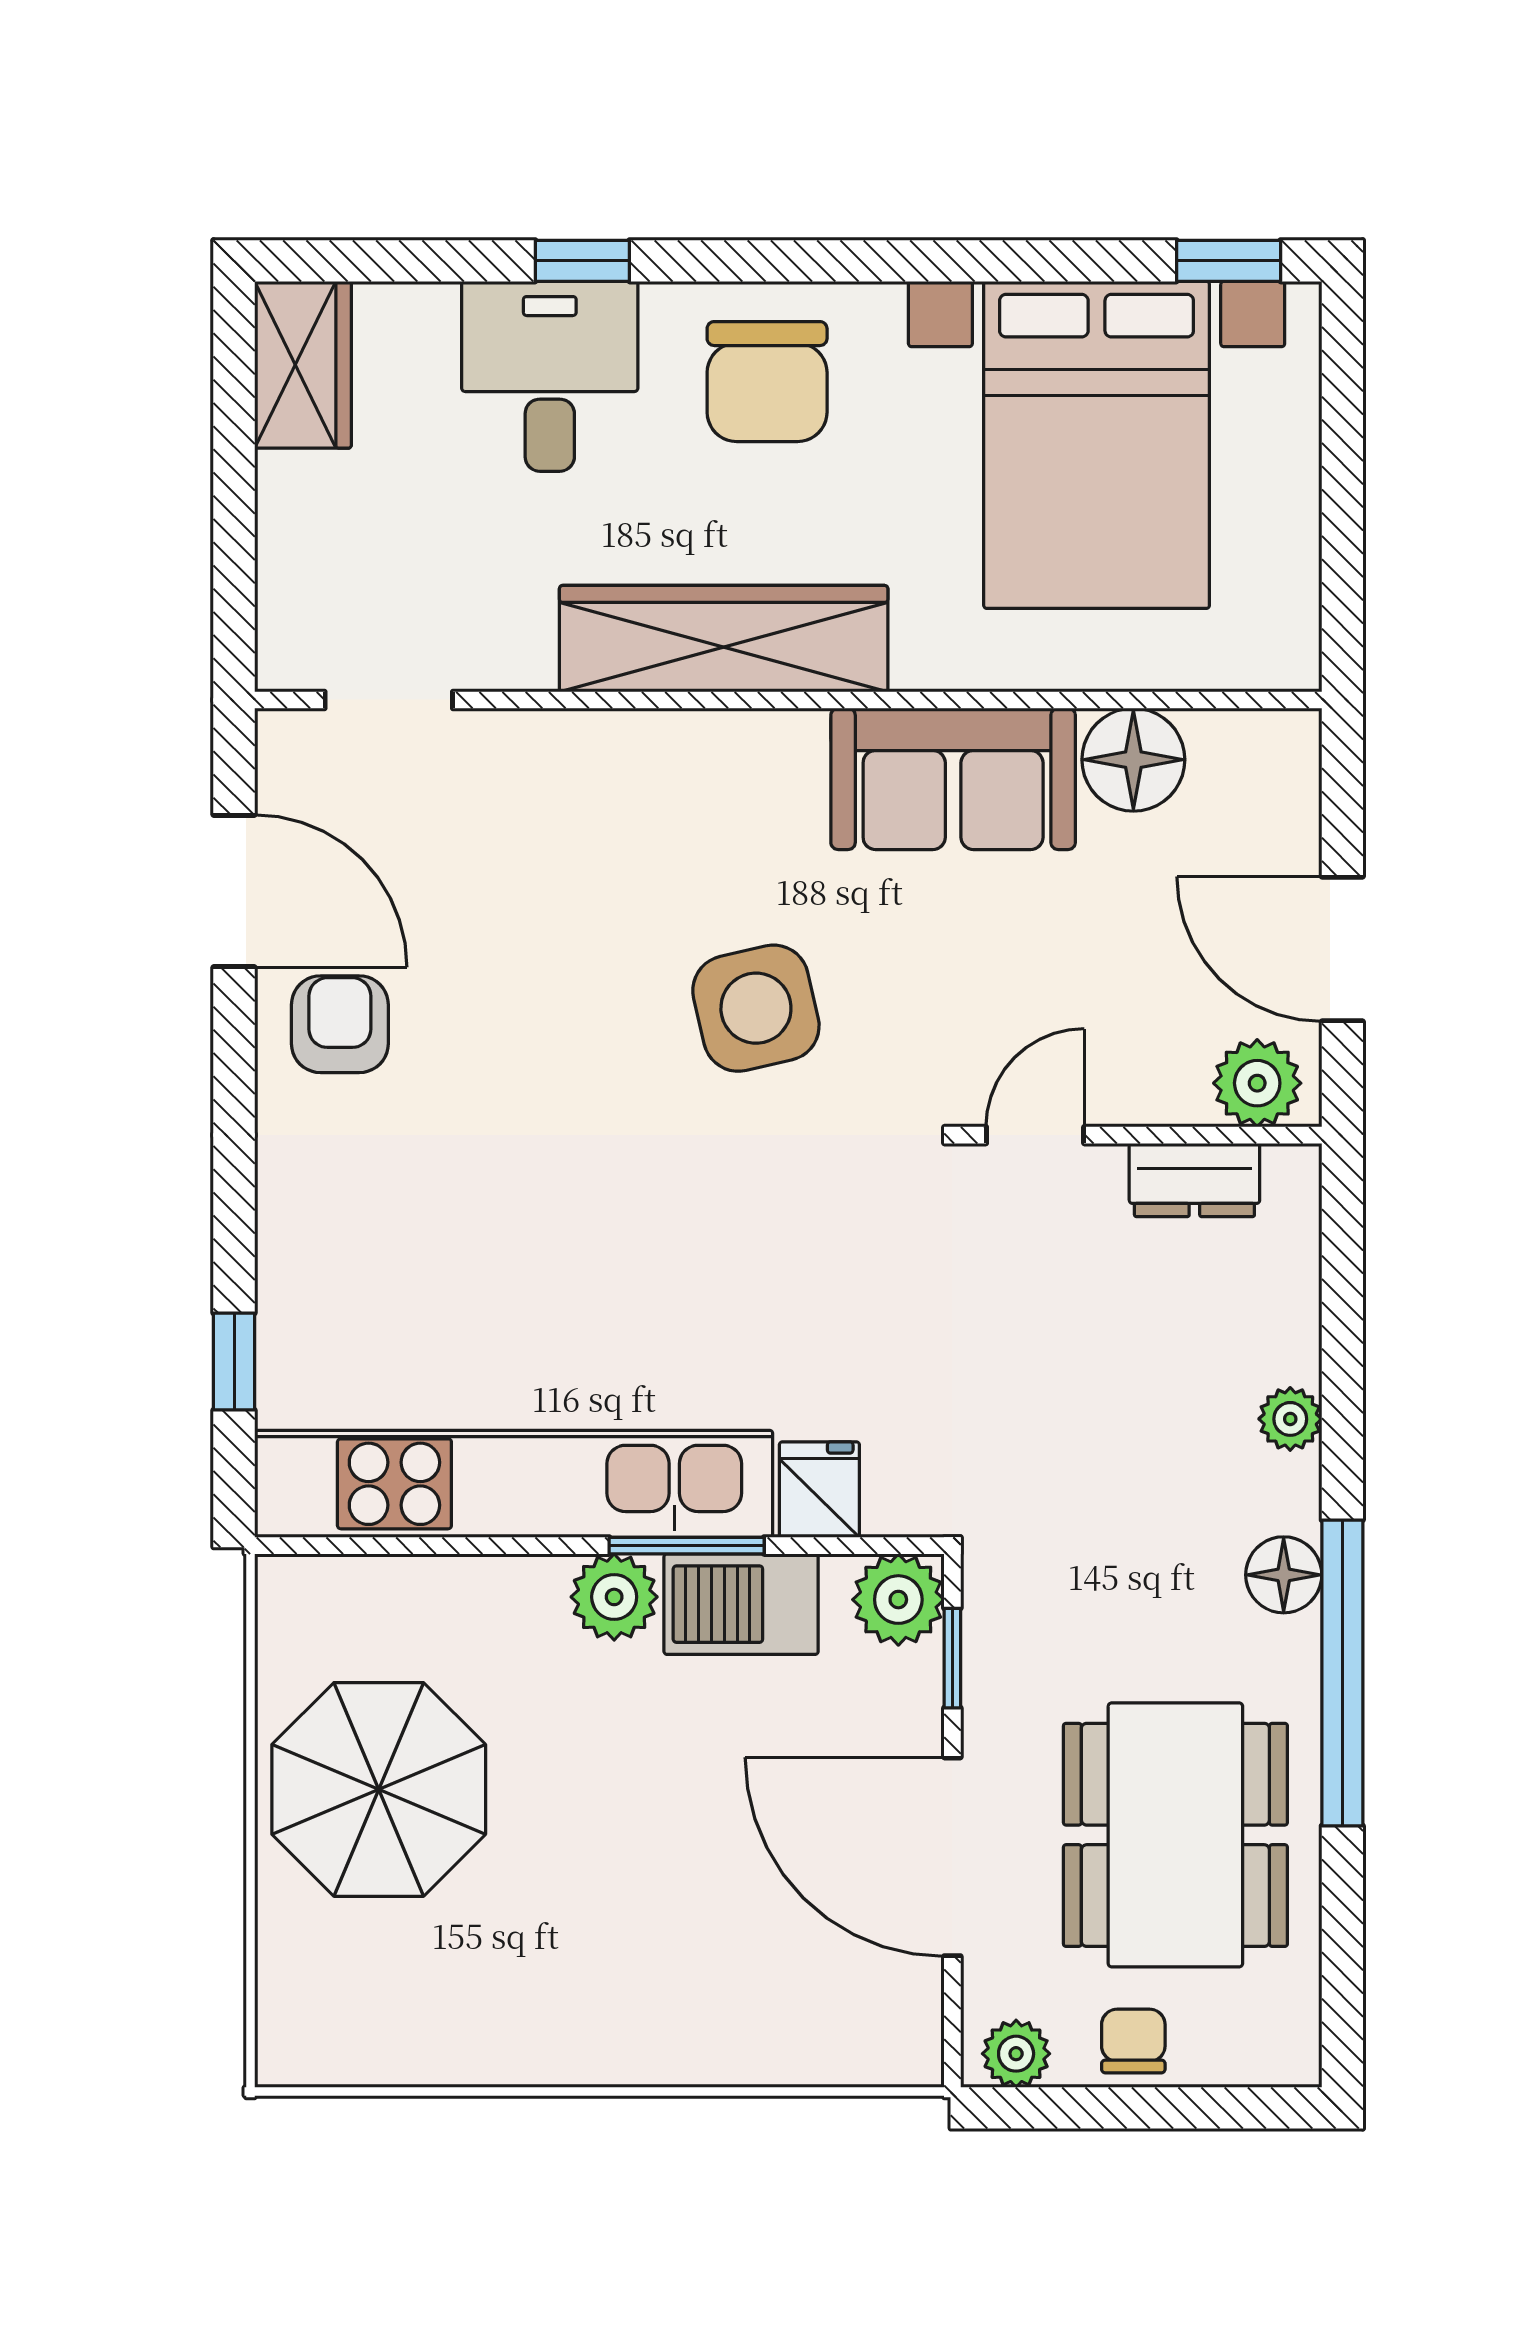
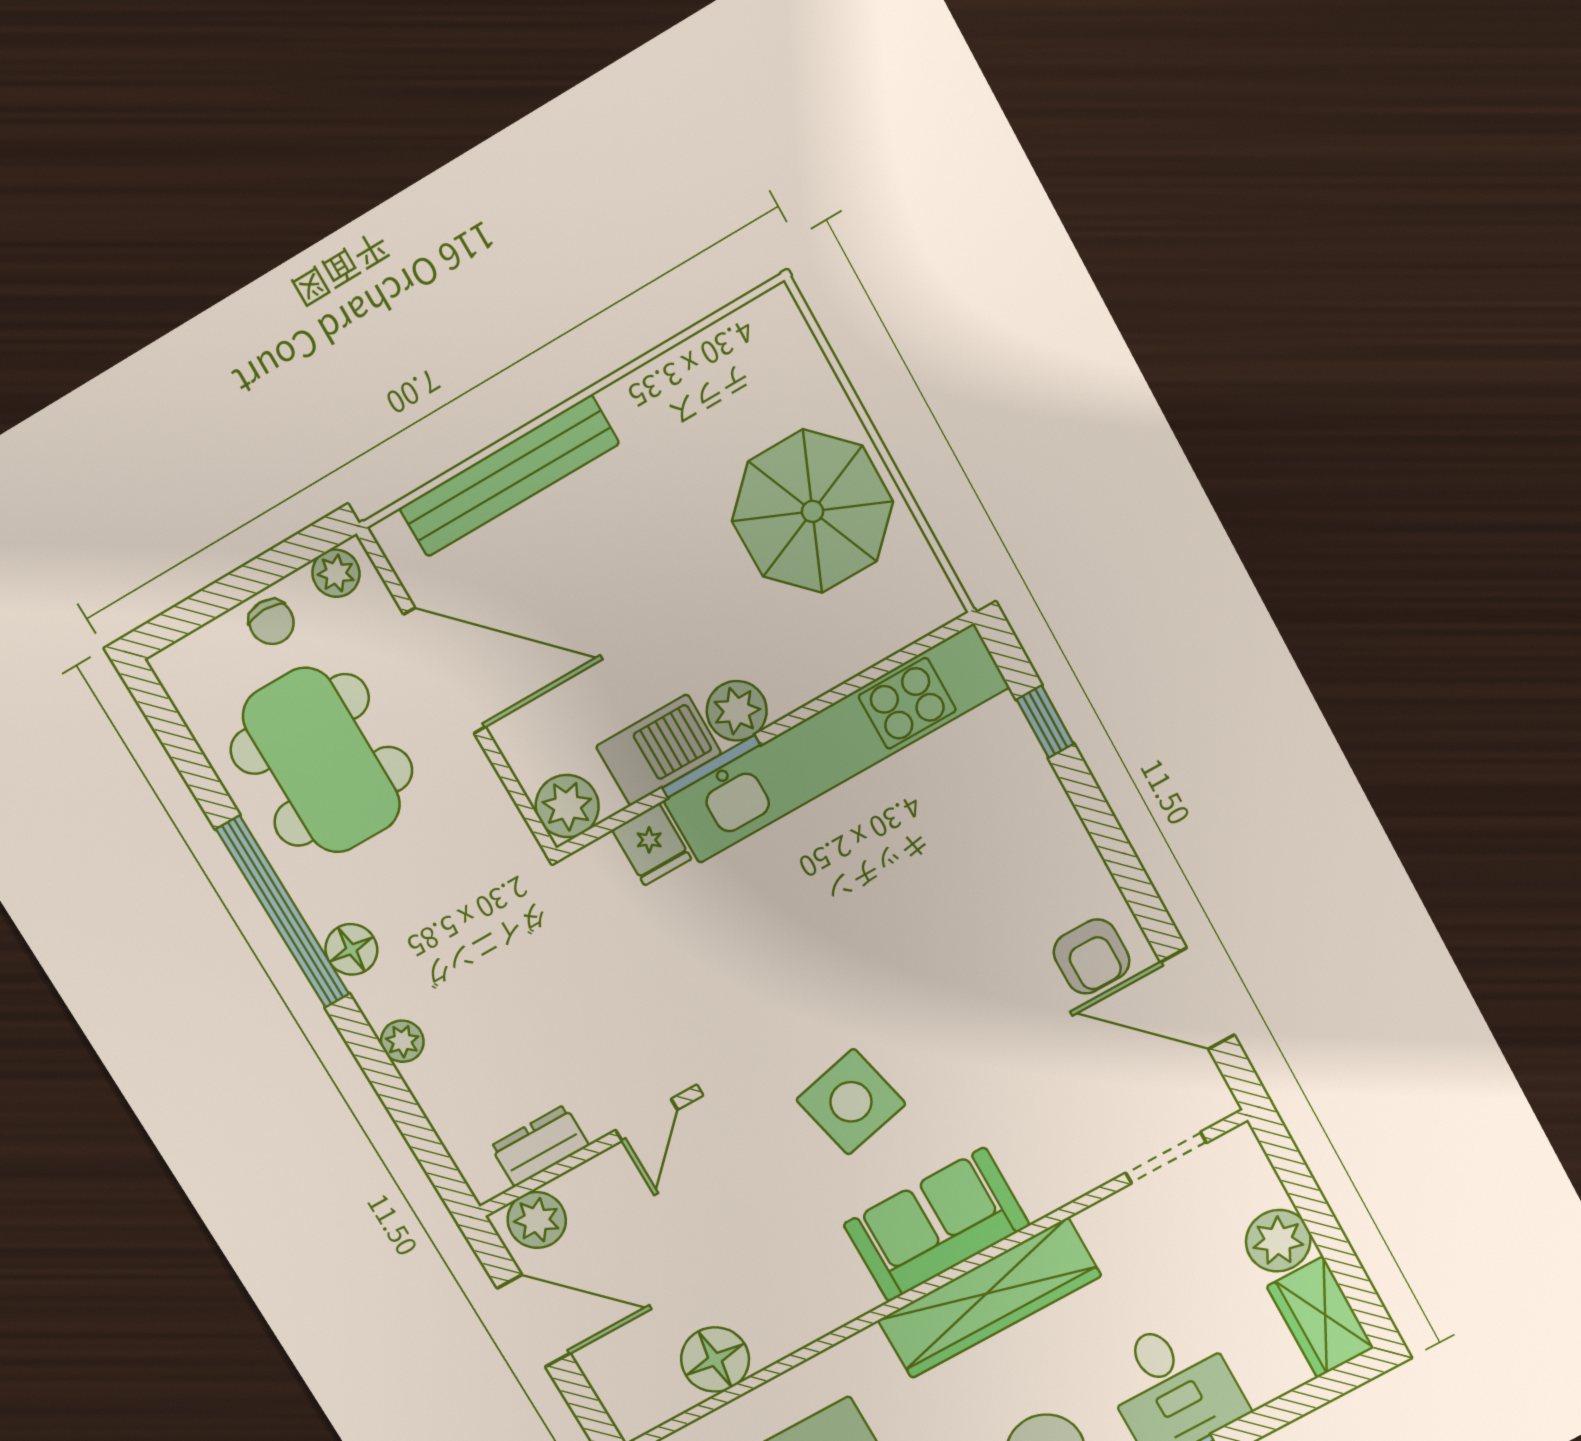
plant: (303, 503) -> (1278, 1241), added
sofa: (953, 779) -> (936, 1225), moved
window: (952, 1658) -> (515, 790), removed
bench: (730, 2048) -> (509, 476), added

